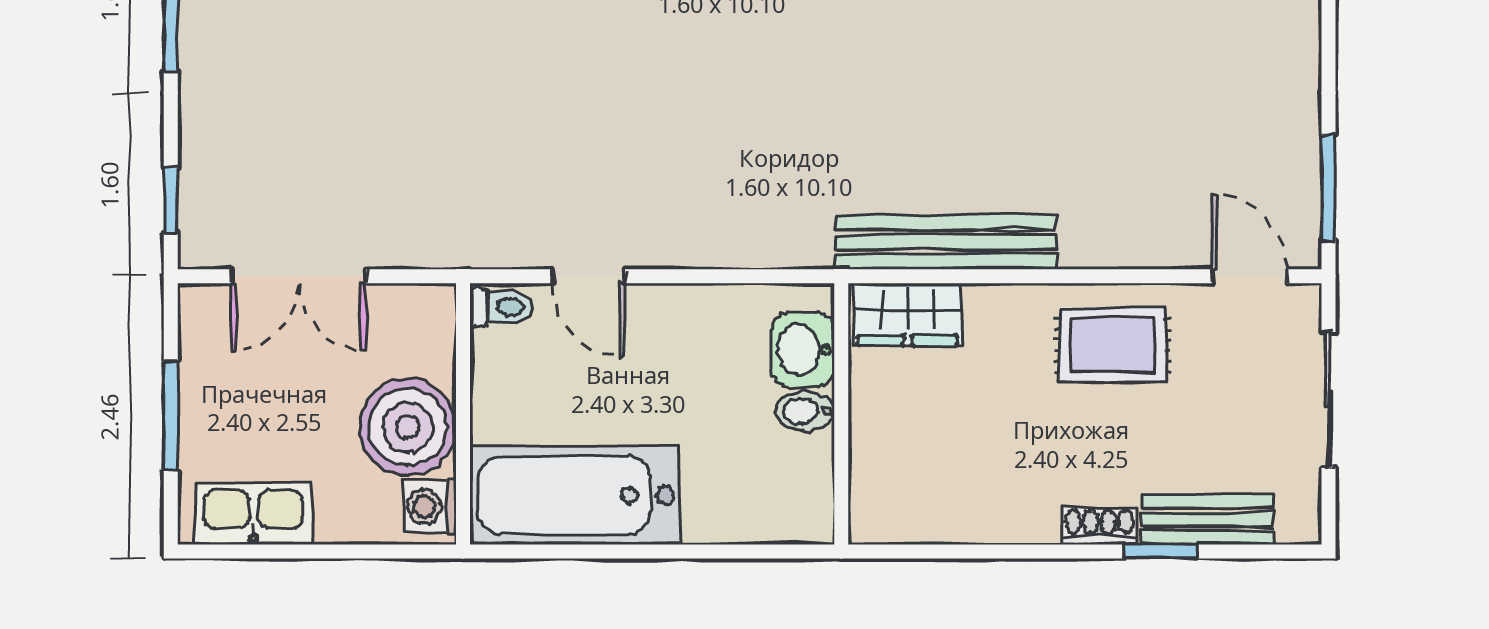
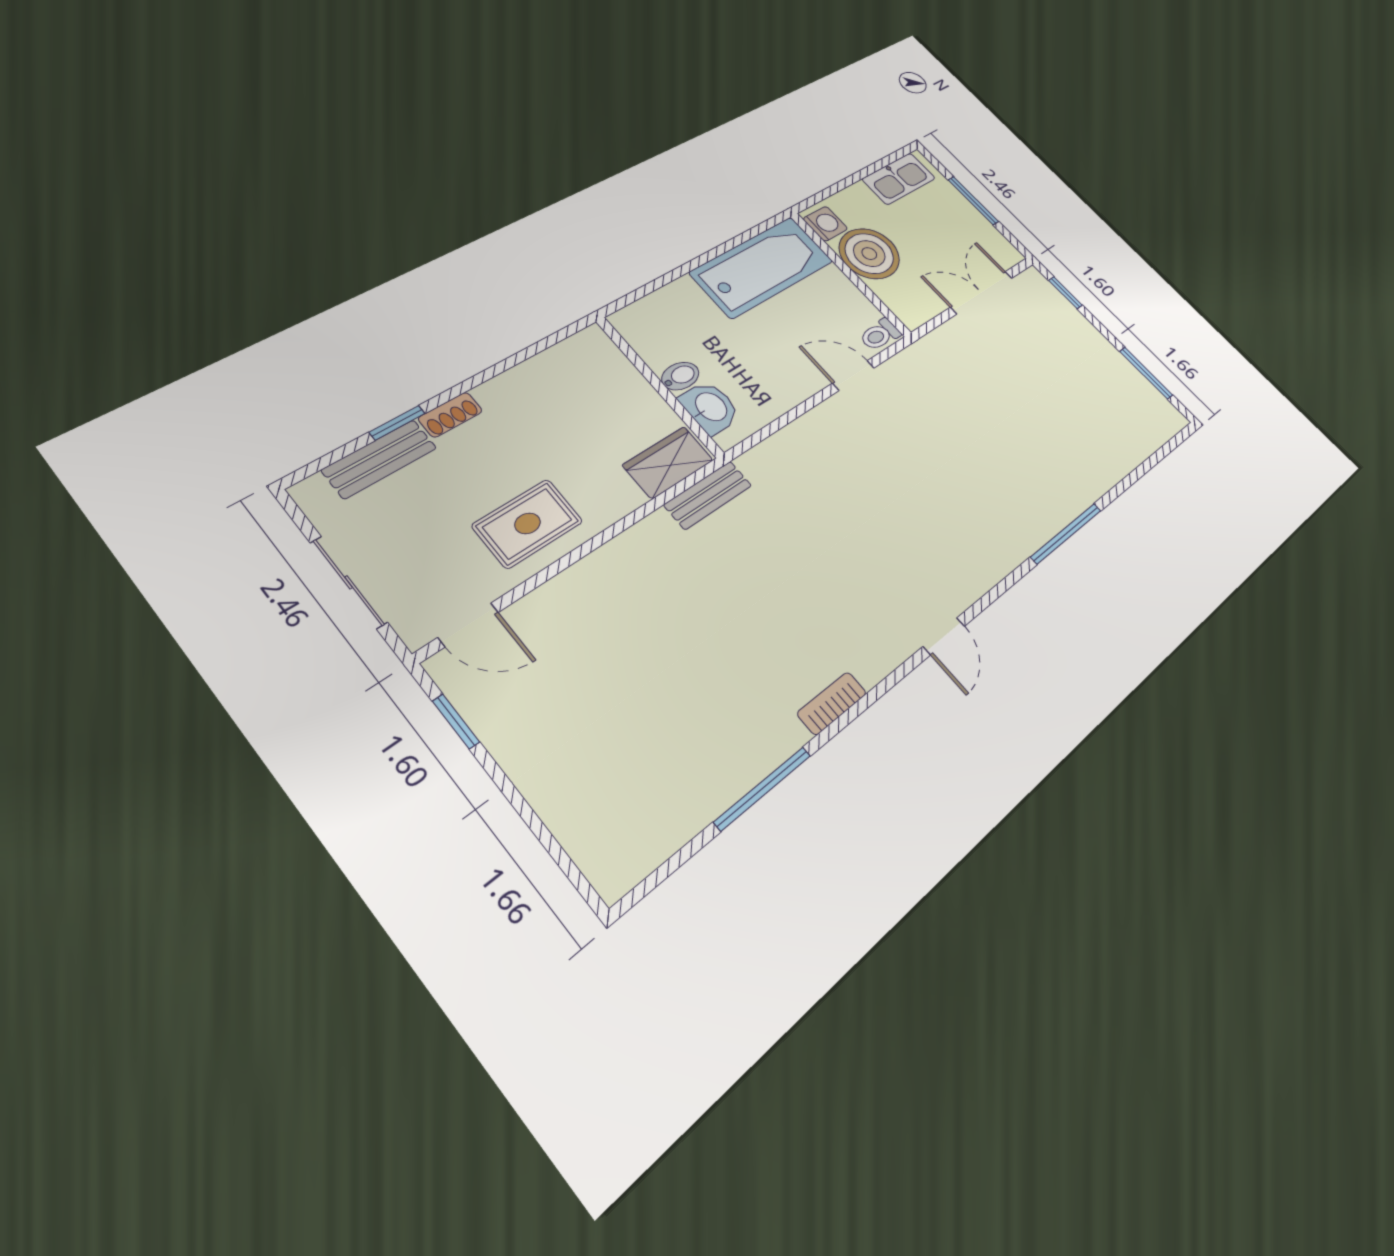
window: (1329, 188) -> (456, 722), width x0.67
bench: (946, 242) -> (708, 495), width x0.54, depth x0.82

